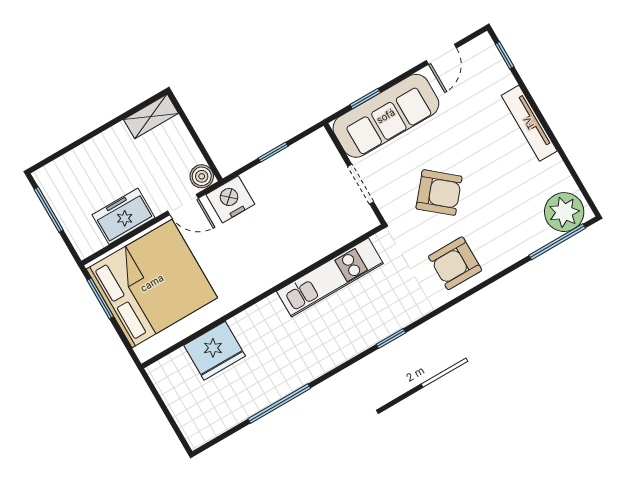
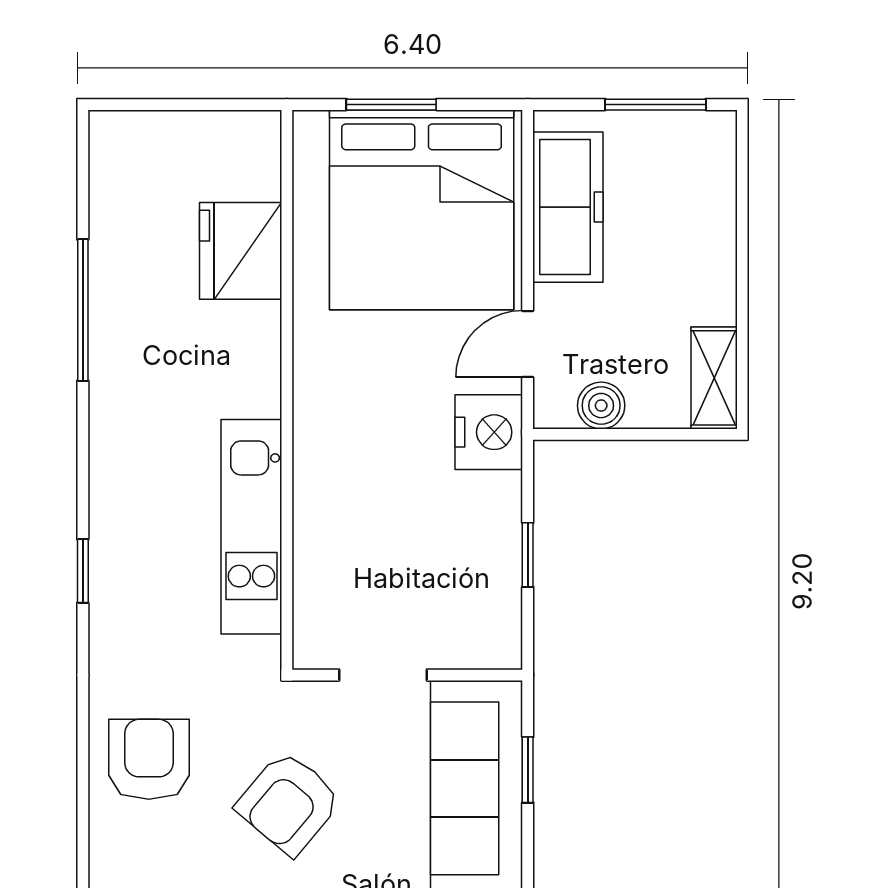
boiler: (202, 176) -> (601, 406), moved
freezer: (123, 216) -> (568, 207), width x1.40
window: (100, 298) -> (391, 105), moved

